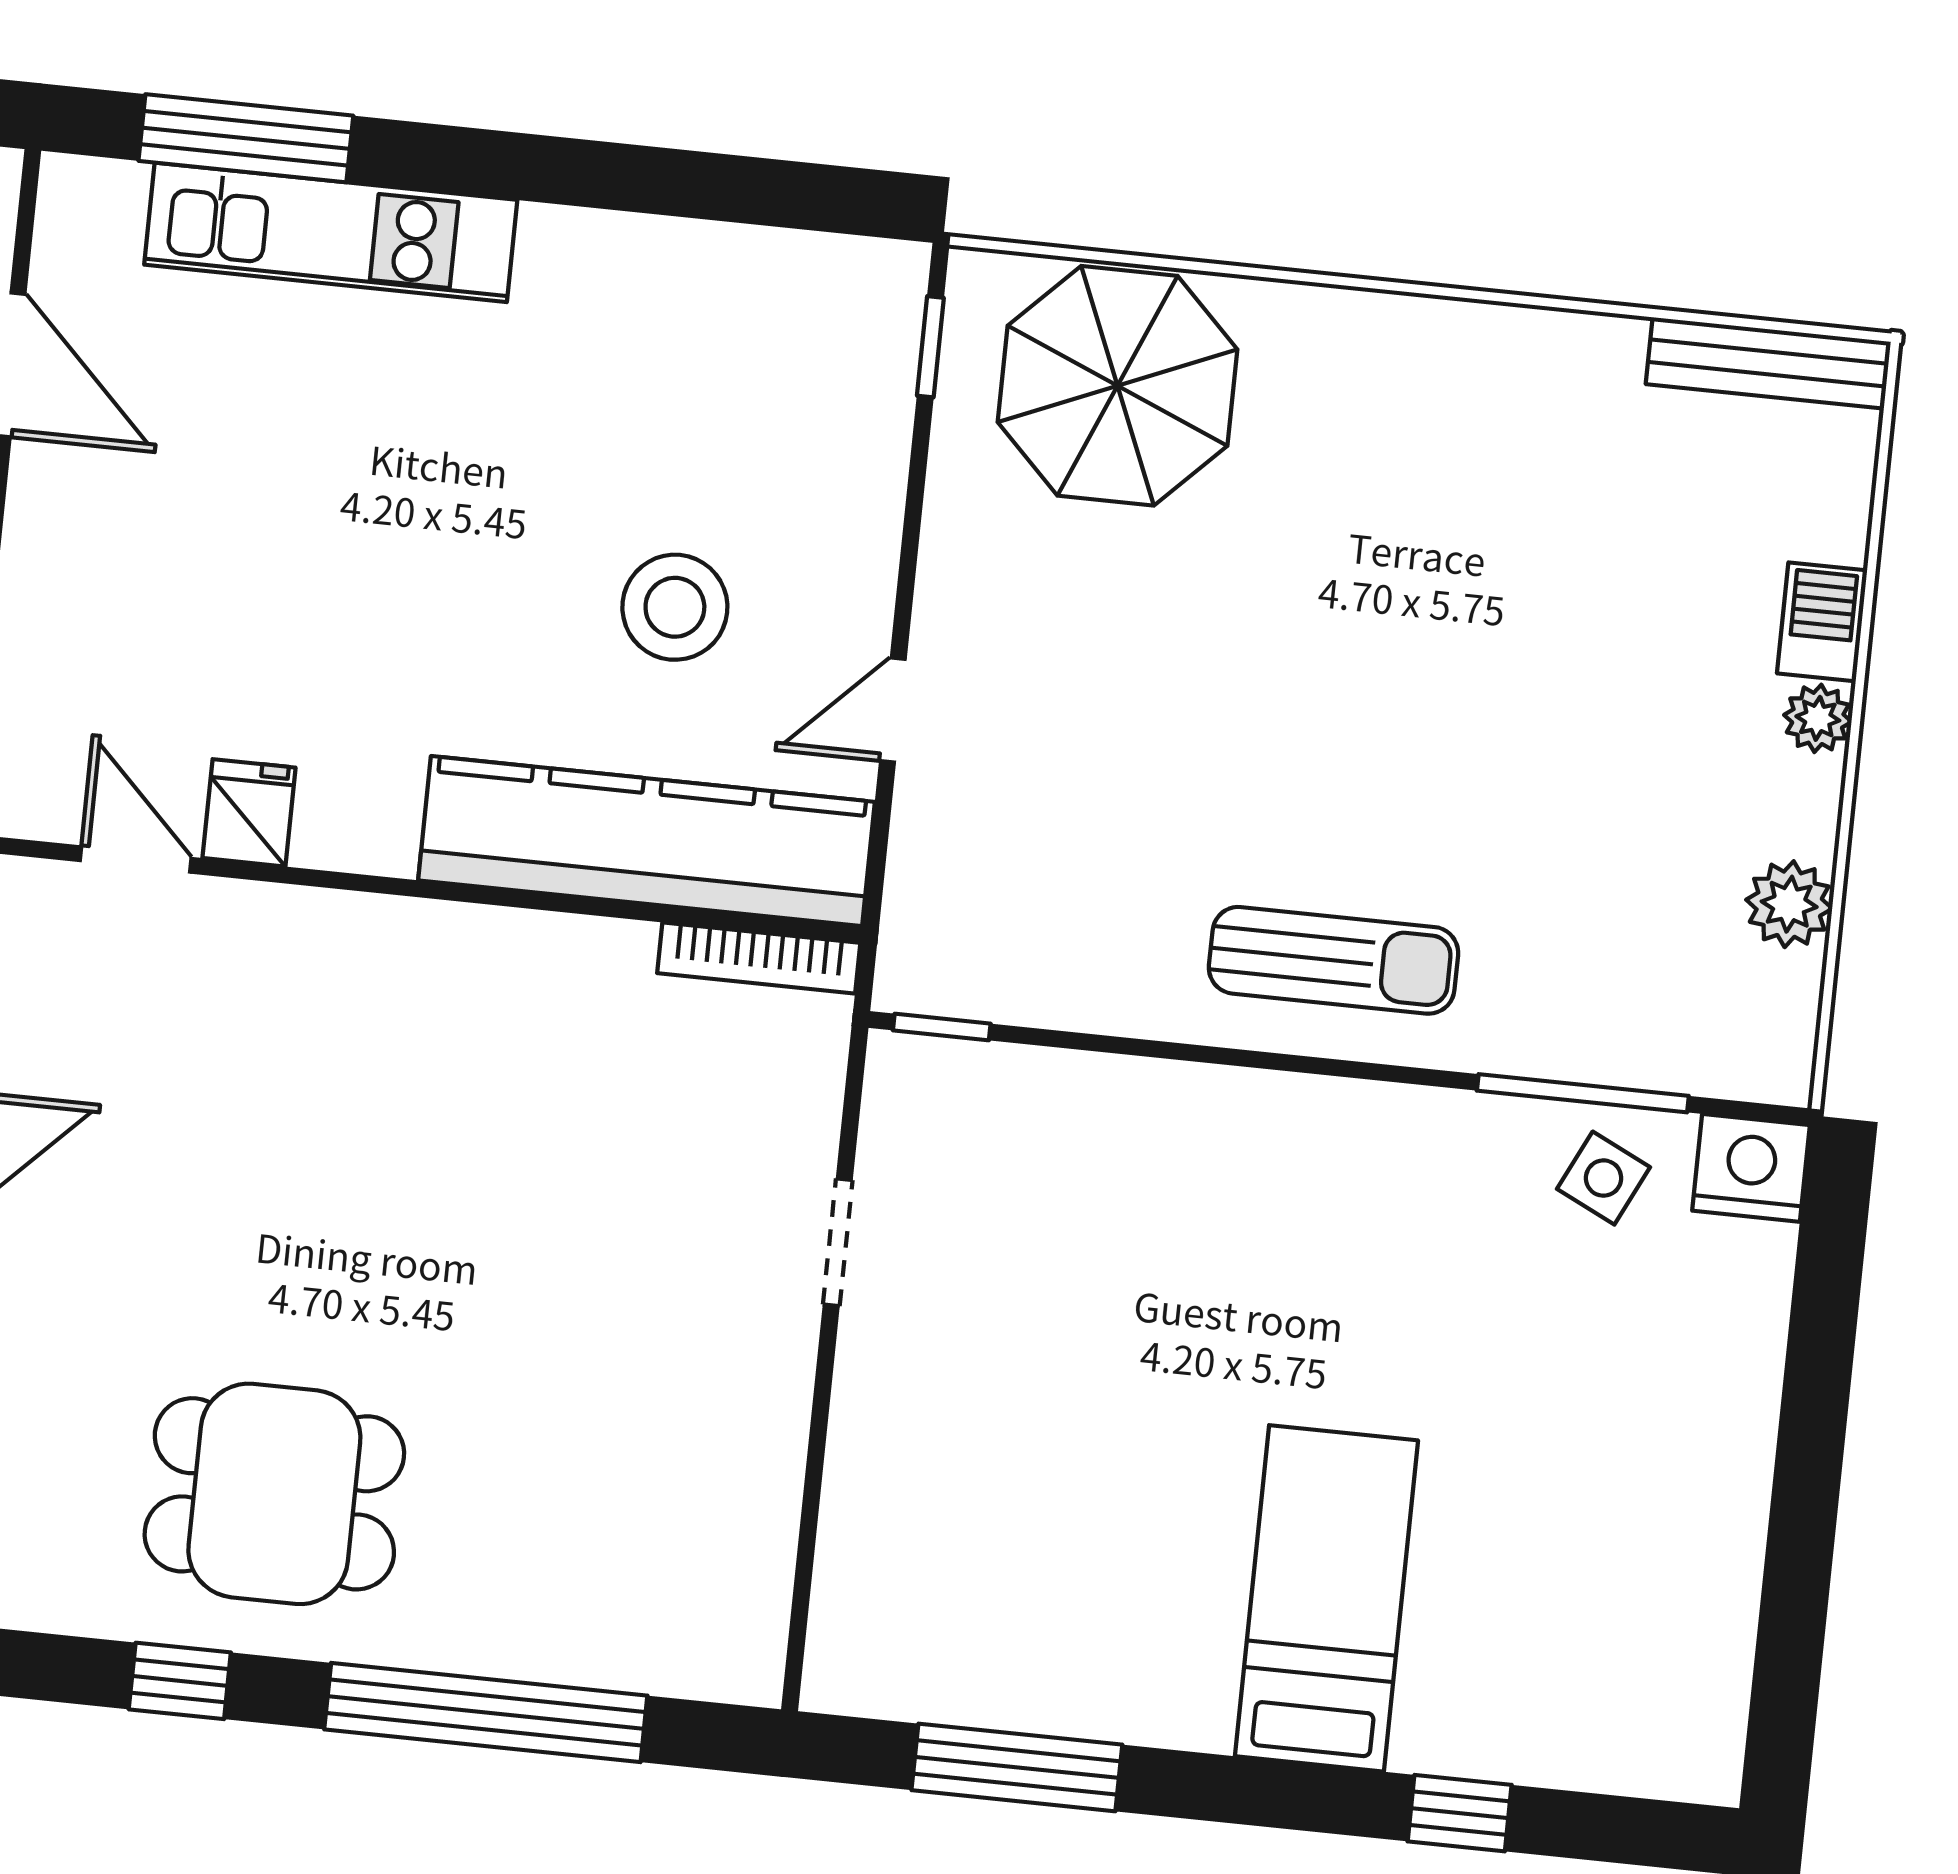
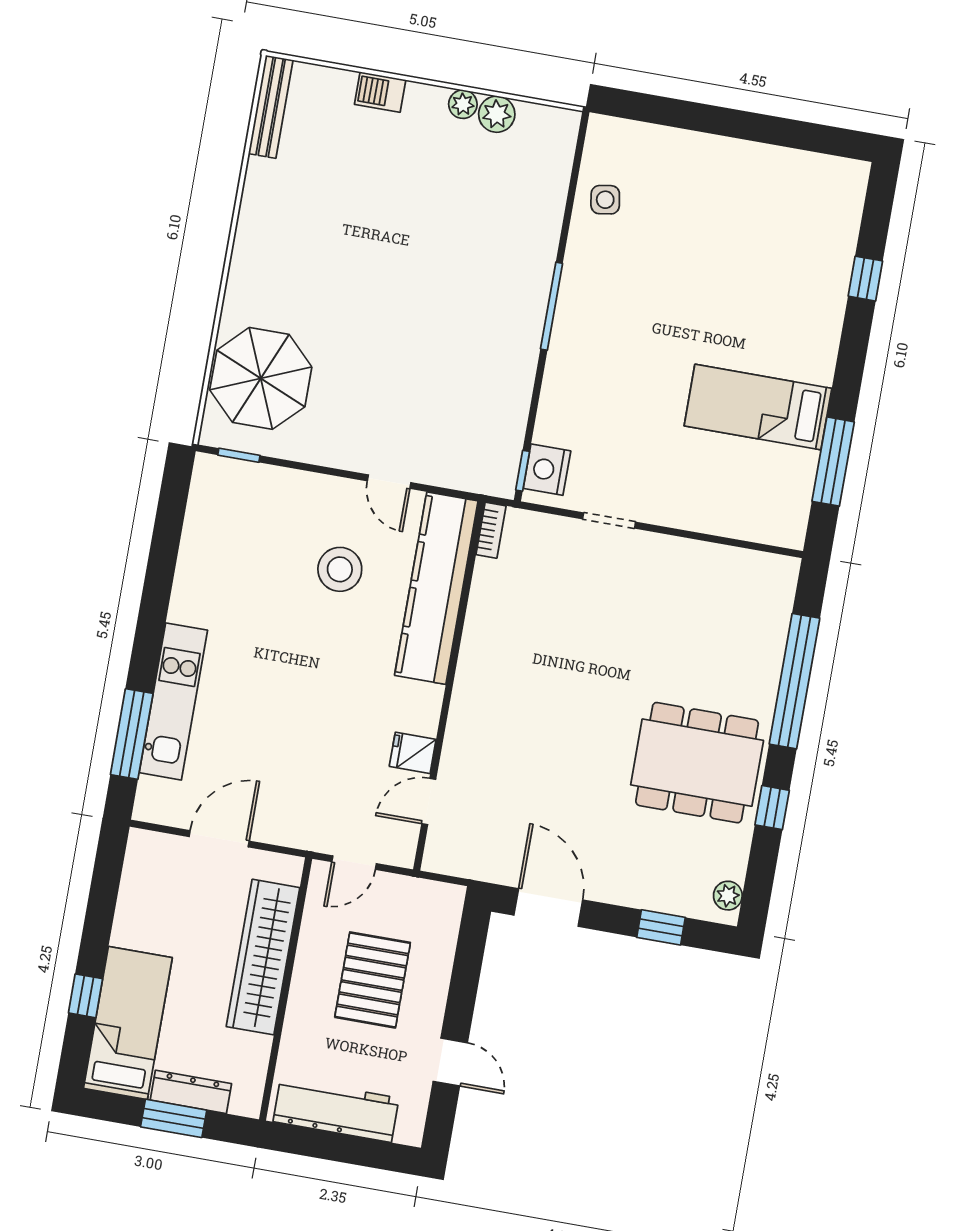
plant: (1818, 718) -> (463, 104), moved
bookcase: (759, 958) -> (491, 530), width x0.64
sun lounger: (1334, 960) -> (506, 306), removed
window: (1583, 1093) -> (552, 306), moved
nightstand: (1751, 1168) -> (547, 470), moved
side table: (1604, 1178) -> (605, 200), turned -35
dining table: (274, 1494) -> (697, 763), width x1.38
bed: (1326, 1598) -> (758, 407), moved

